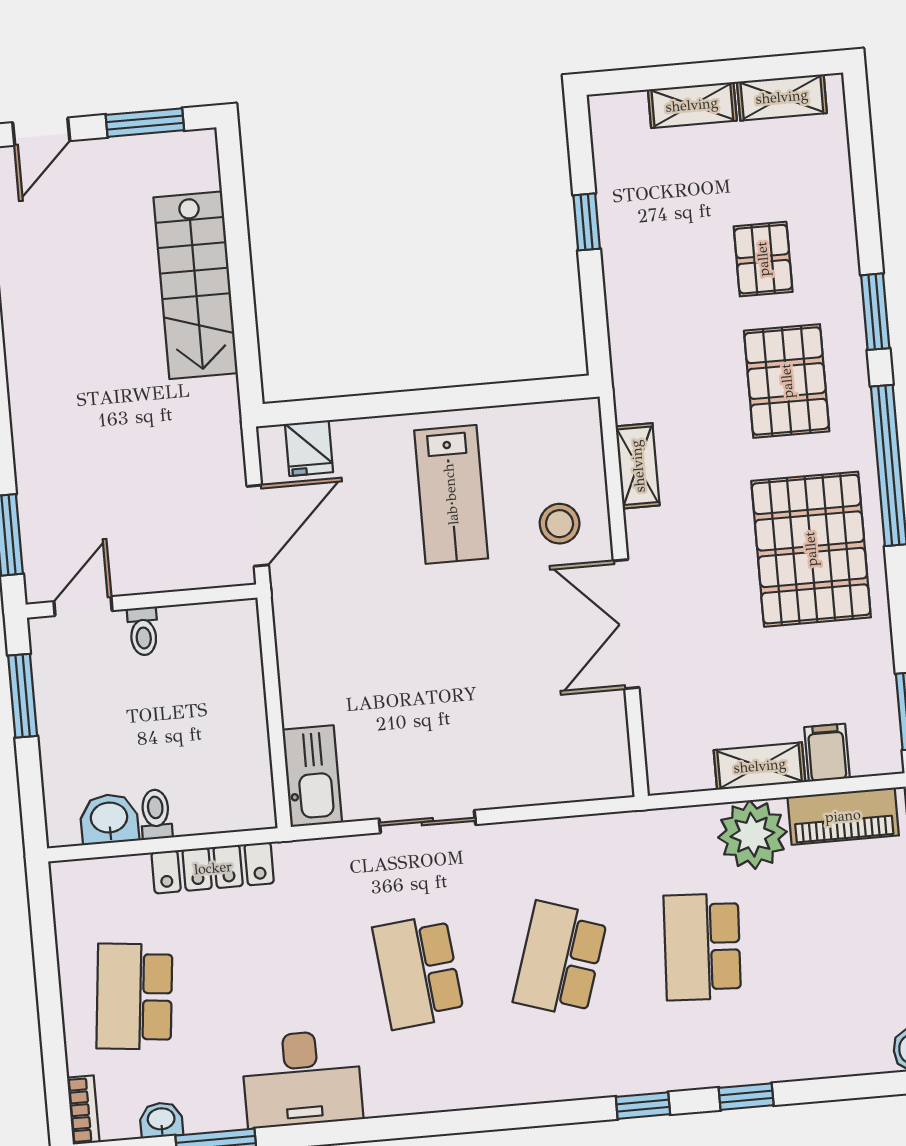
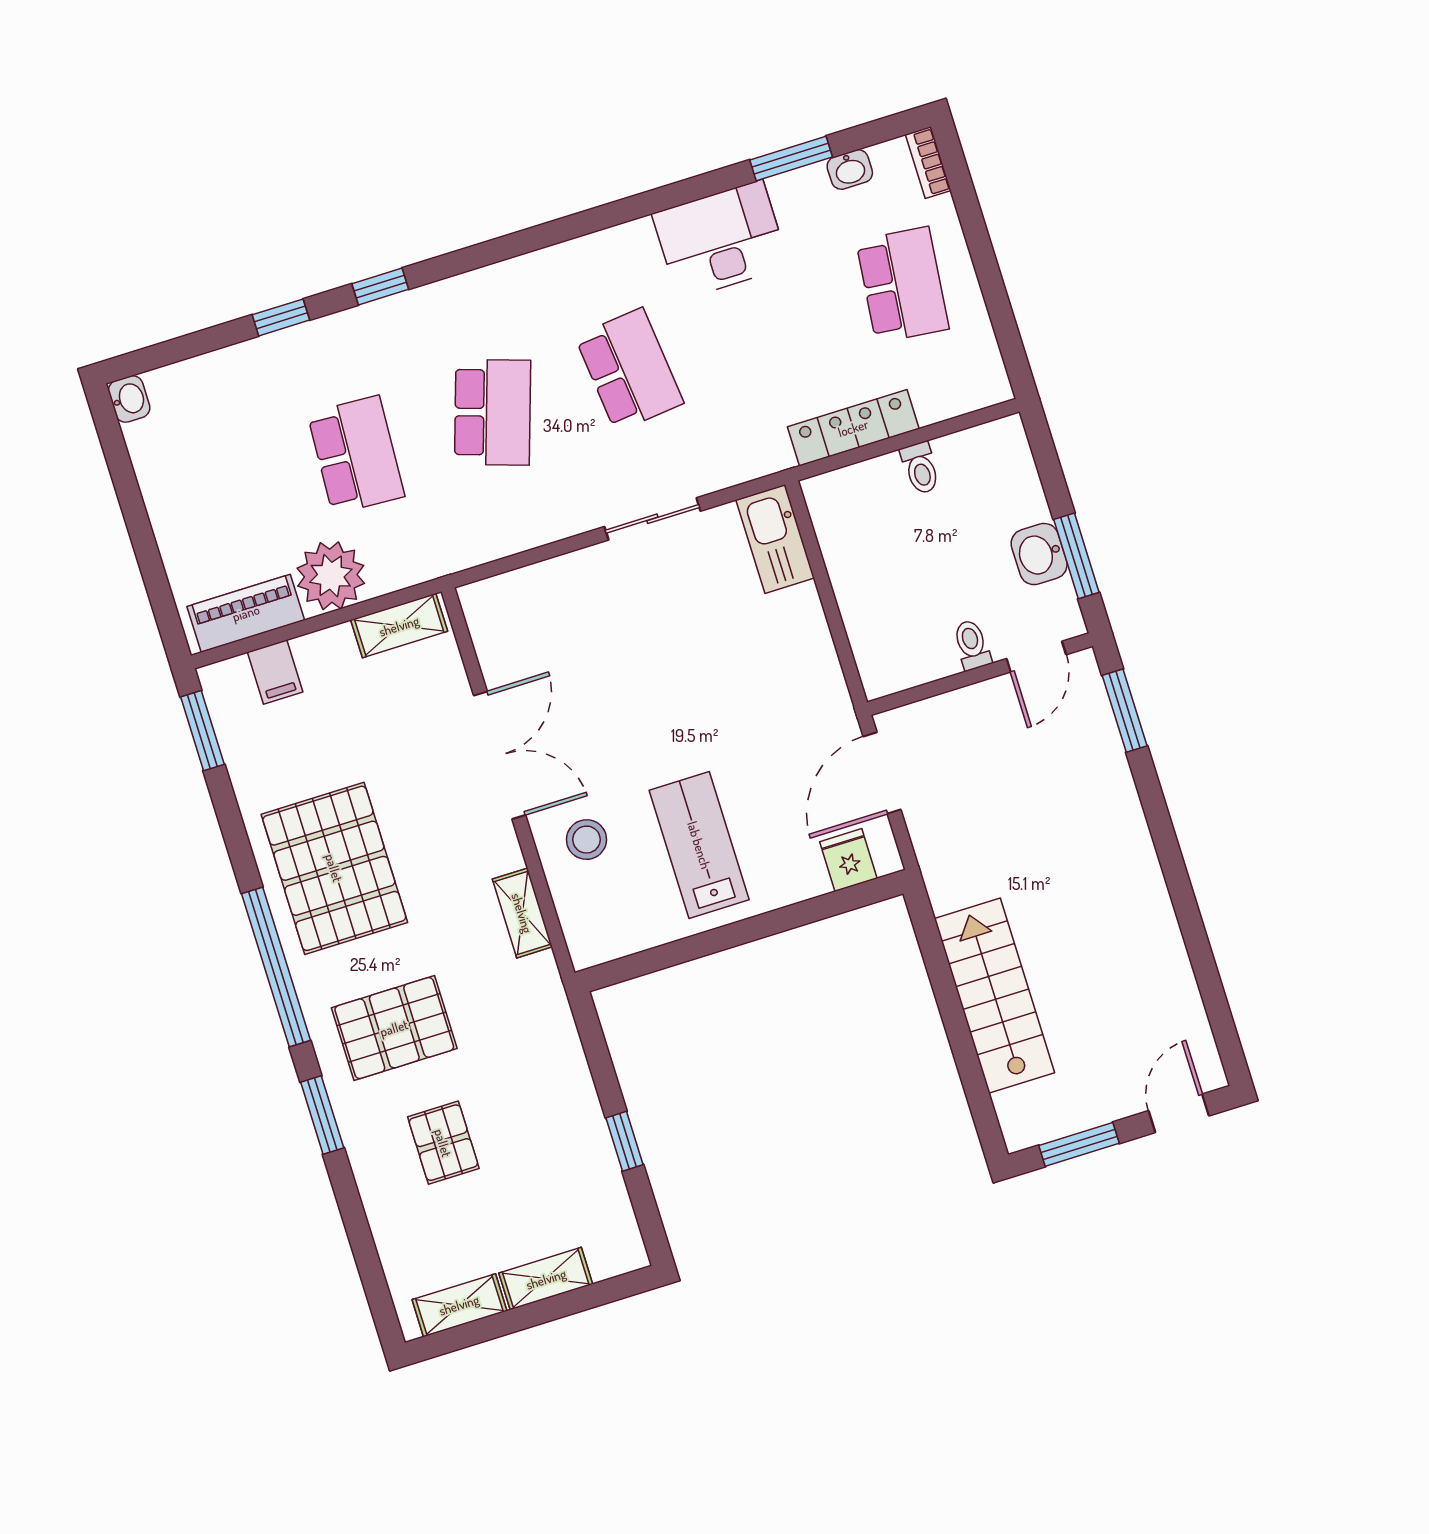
pallet: (787, 381) -> (394, 1028), turned 90
shelving: (760, 766) -> (399, 626), moved
washbasin: (109, 819) -> (1039, 554), moved, turned 90

